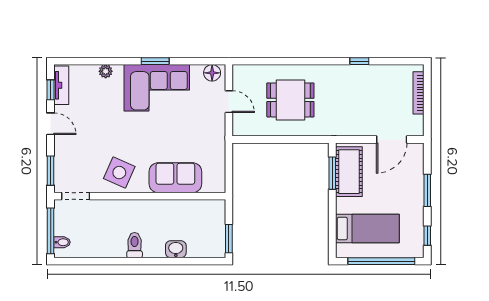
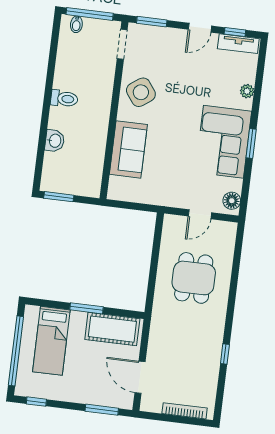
side table: (119, 173) -> (141, 92), turned 30
window: (332, 173) -> (86, 308), moved
window: (427, 190) -> (102, 410), moved

